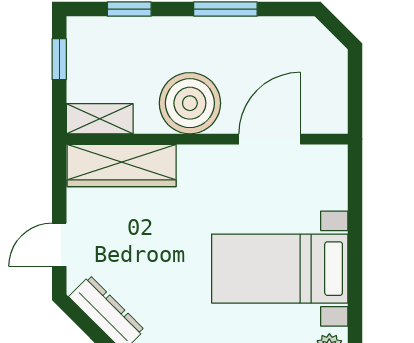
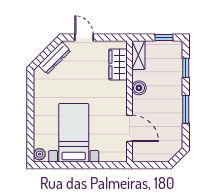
boiler: (190, 103) -> (139, 88), width x0.54, depth x0.54
wardrobe: (122, 166) -> (118, 65), width x0.67

